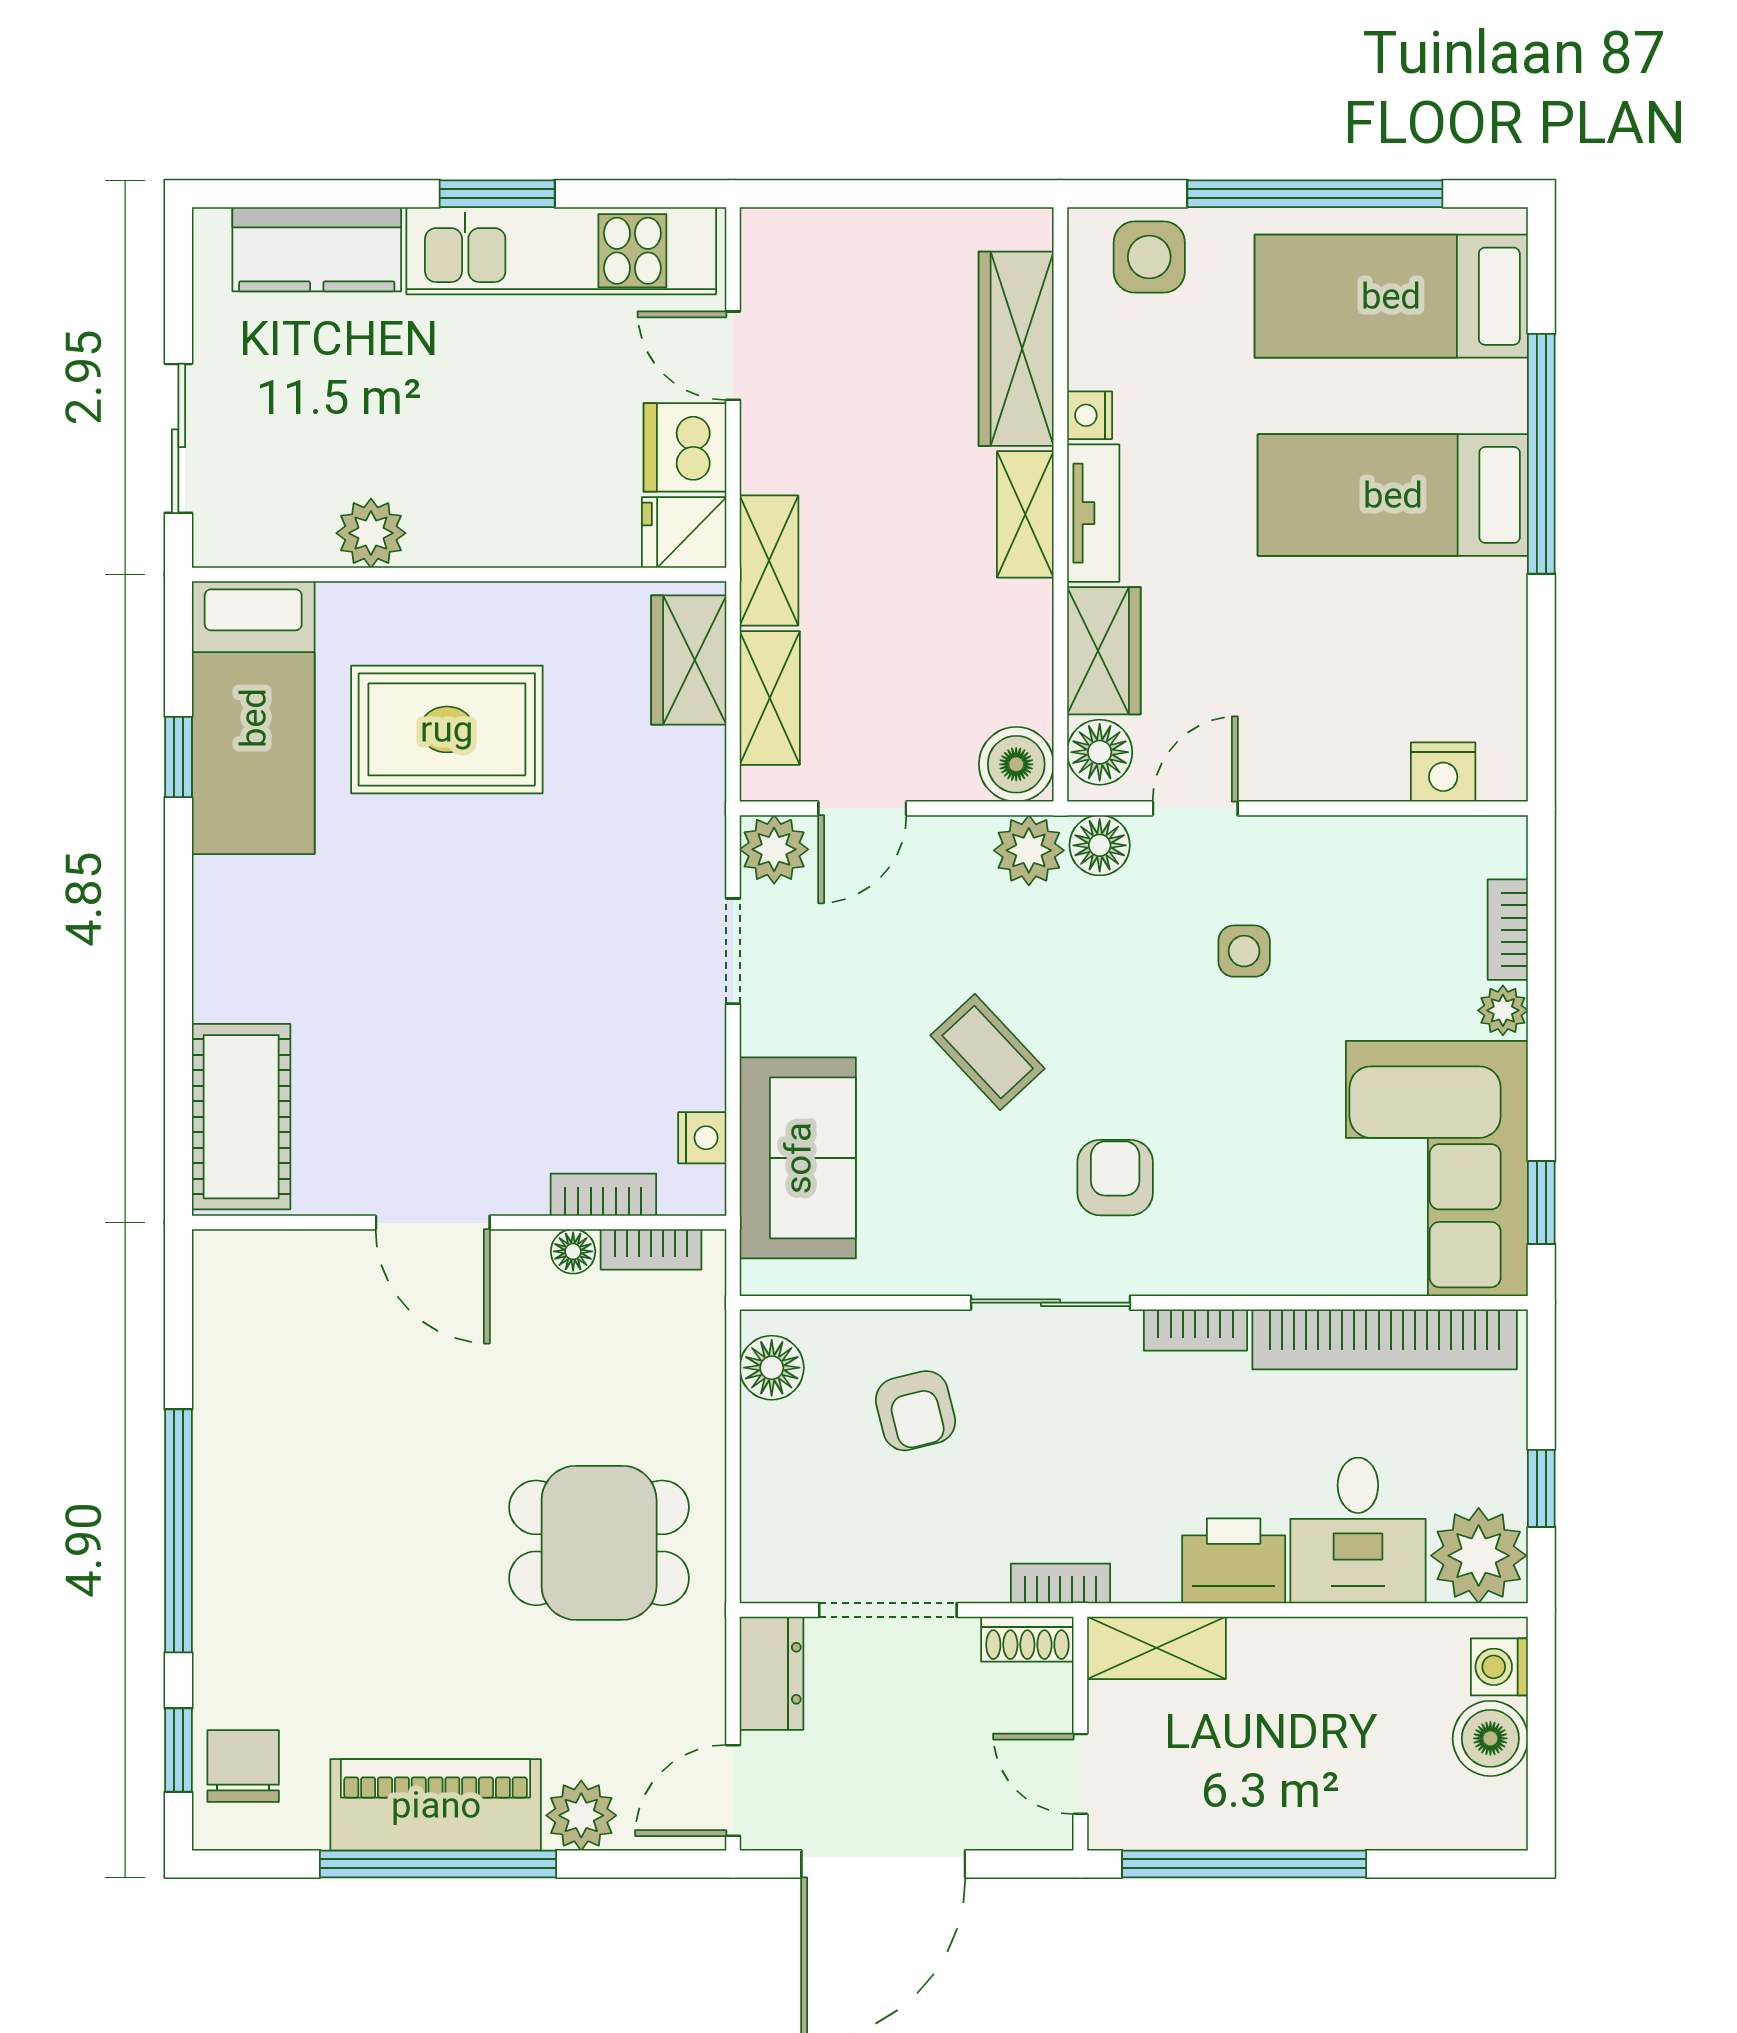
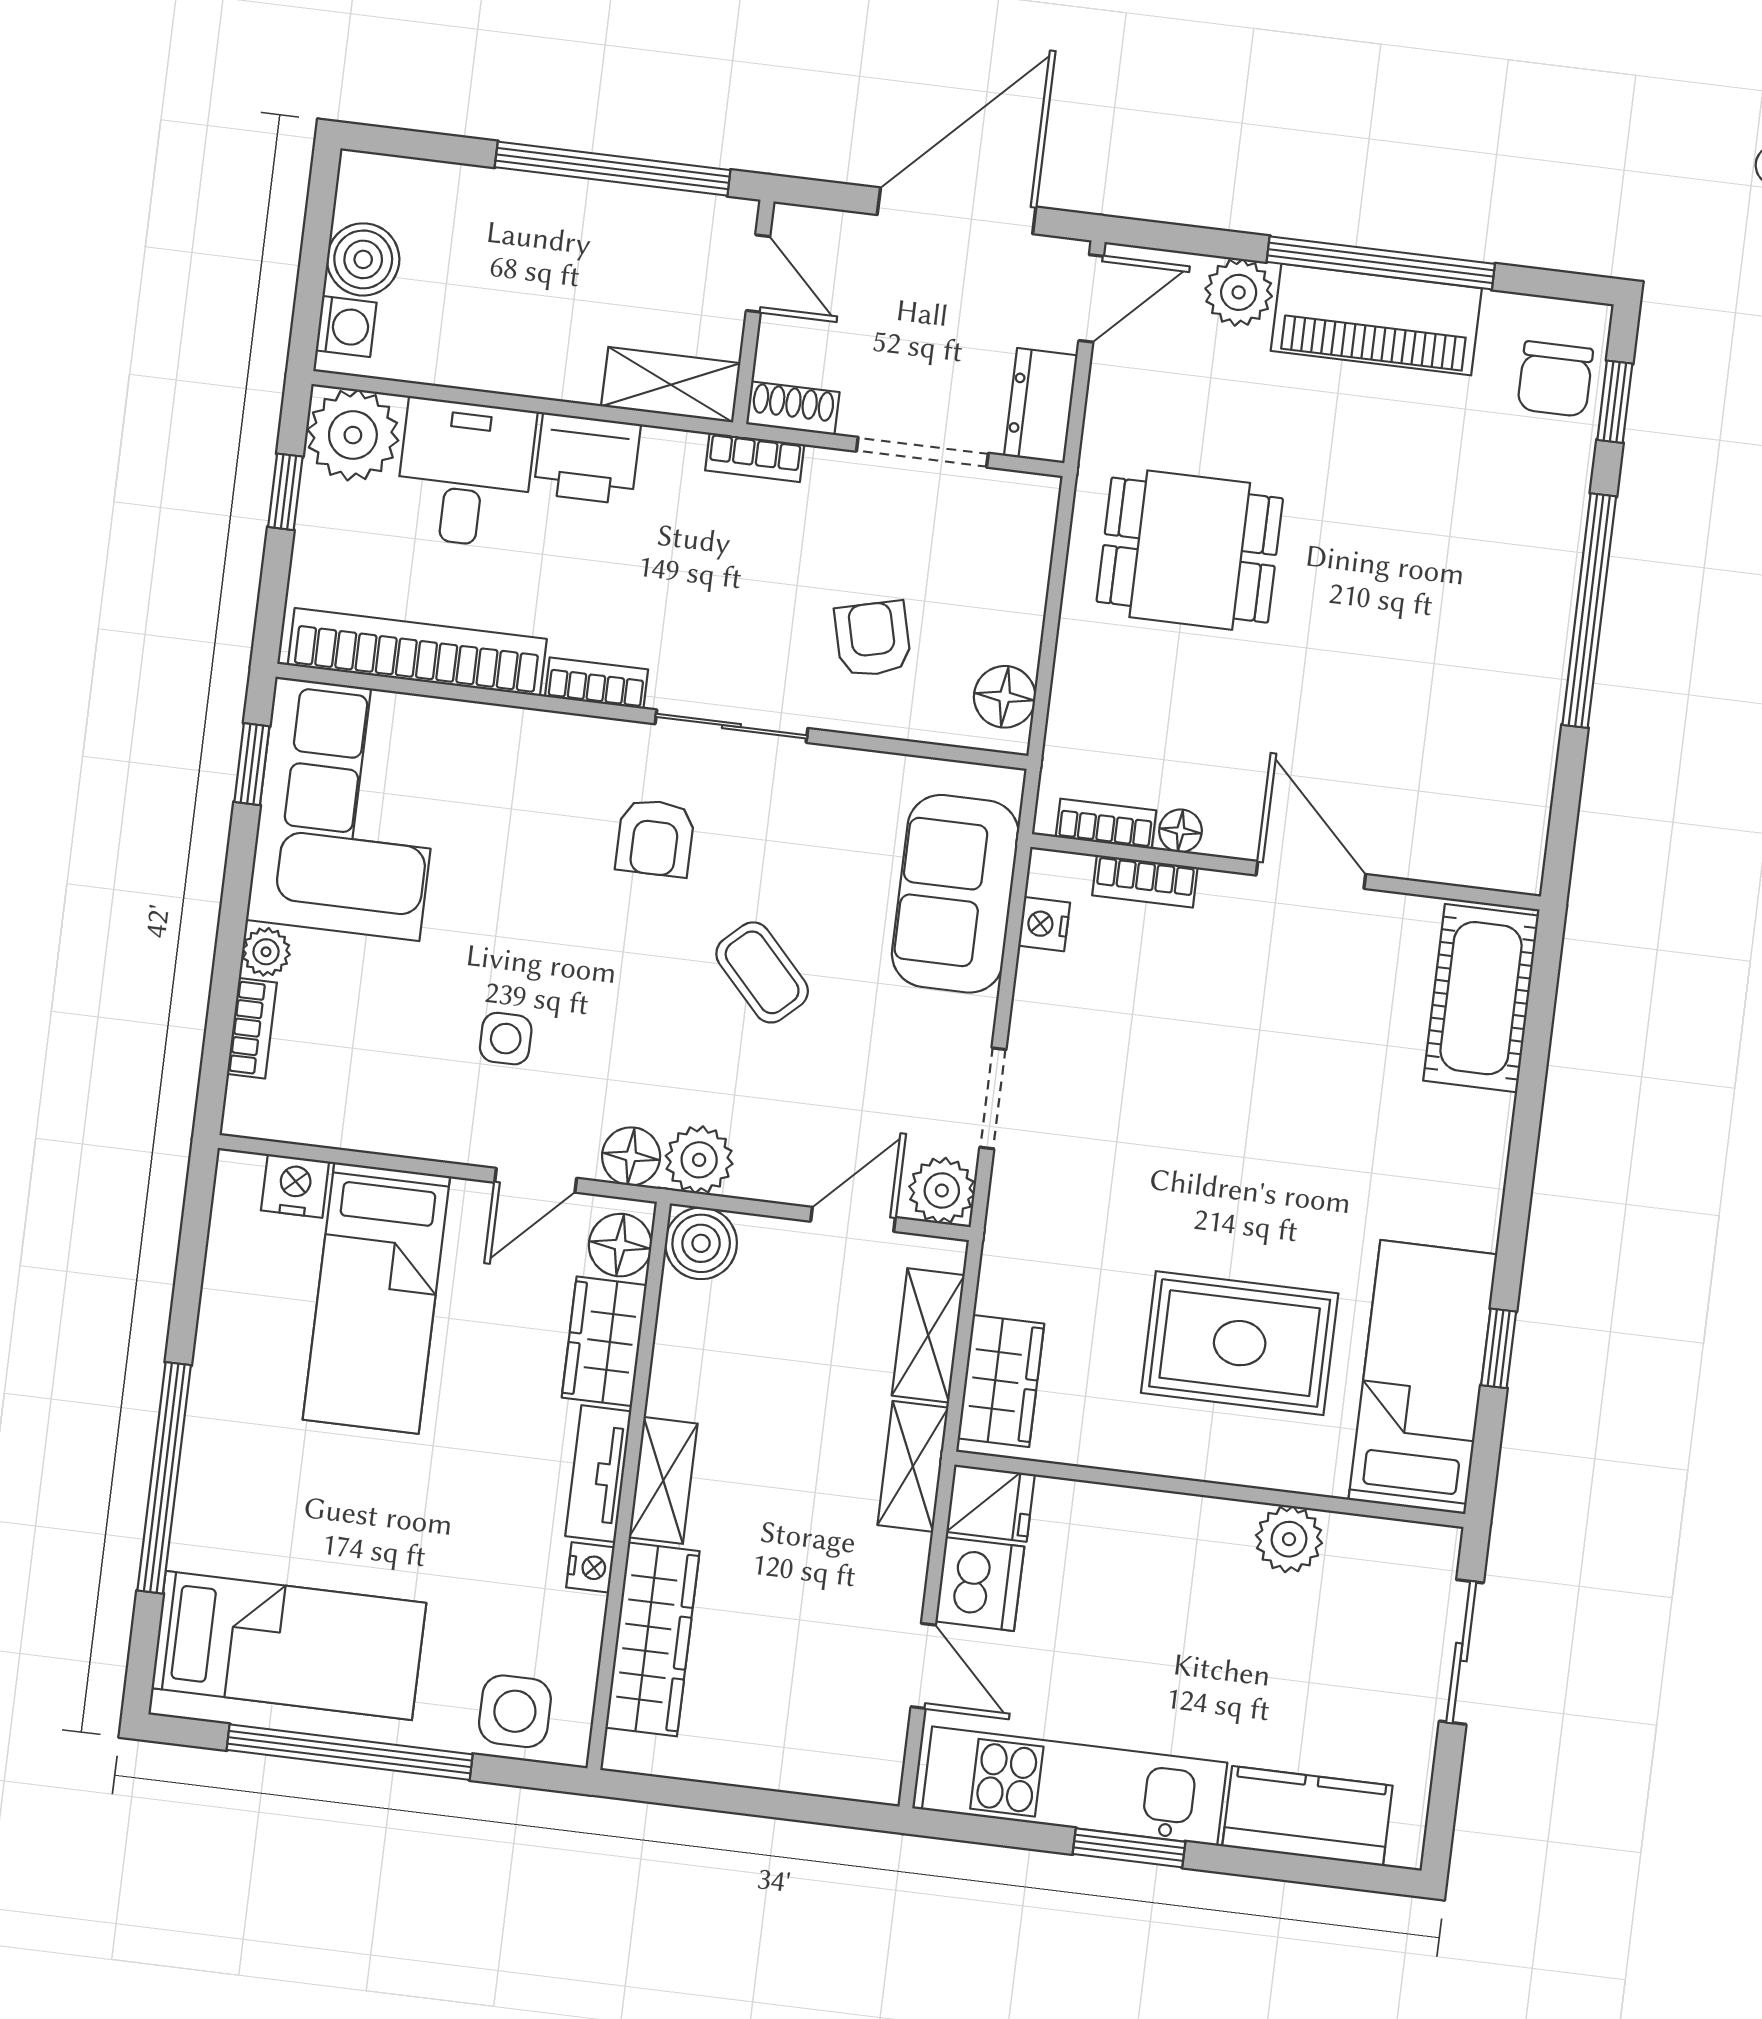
bed: (1393, 495) -> (376, 1298), moved, turned 90

